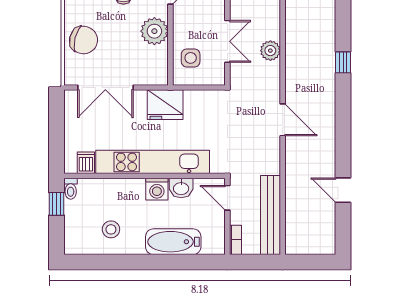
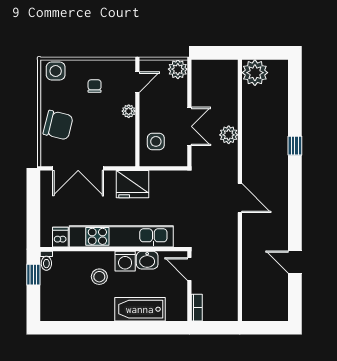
plant: (154, 31) -> (129, 111), width x0.53, depth x0.53
bench: (271, 215) -> (229, 285), removed
stool: (111, 229) -> (99, 277), moved

